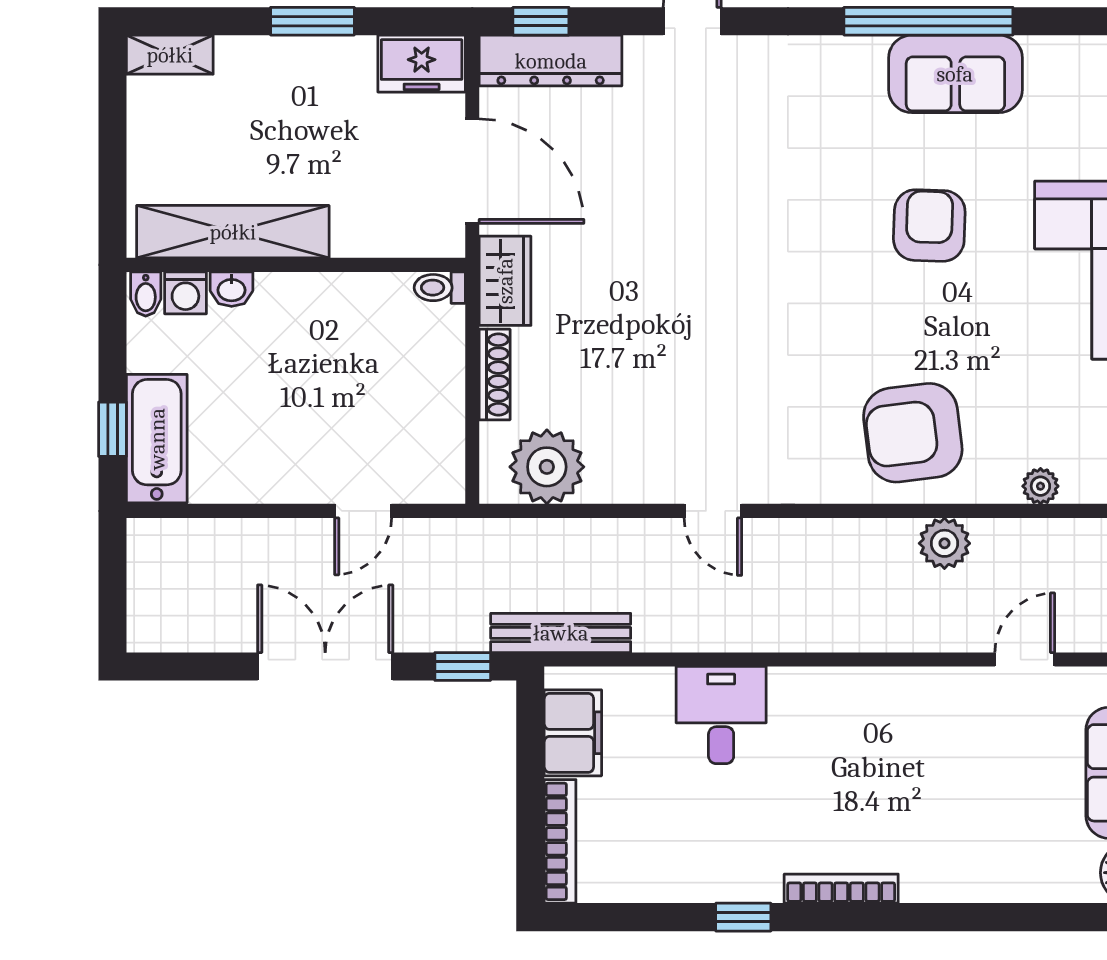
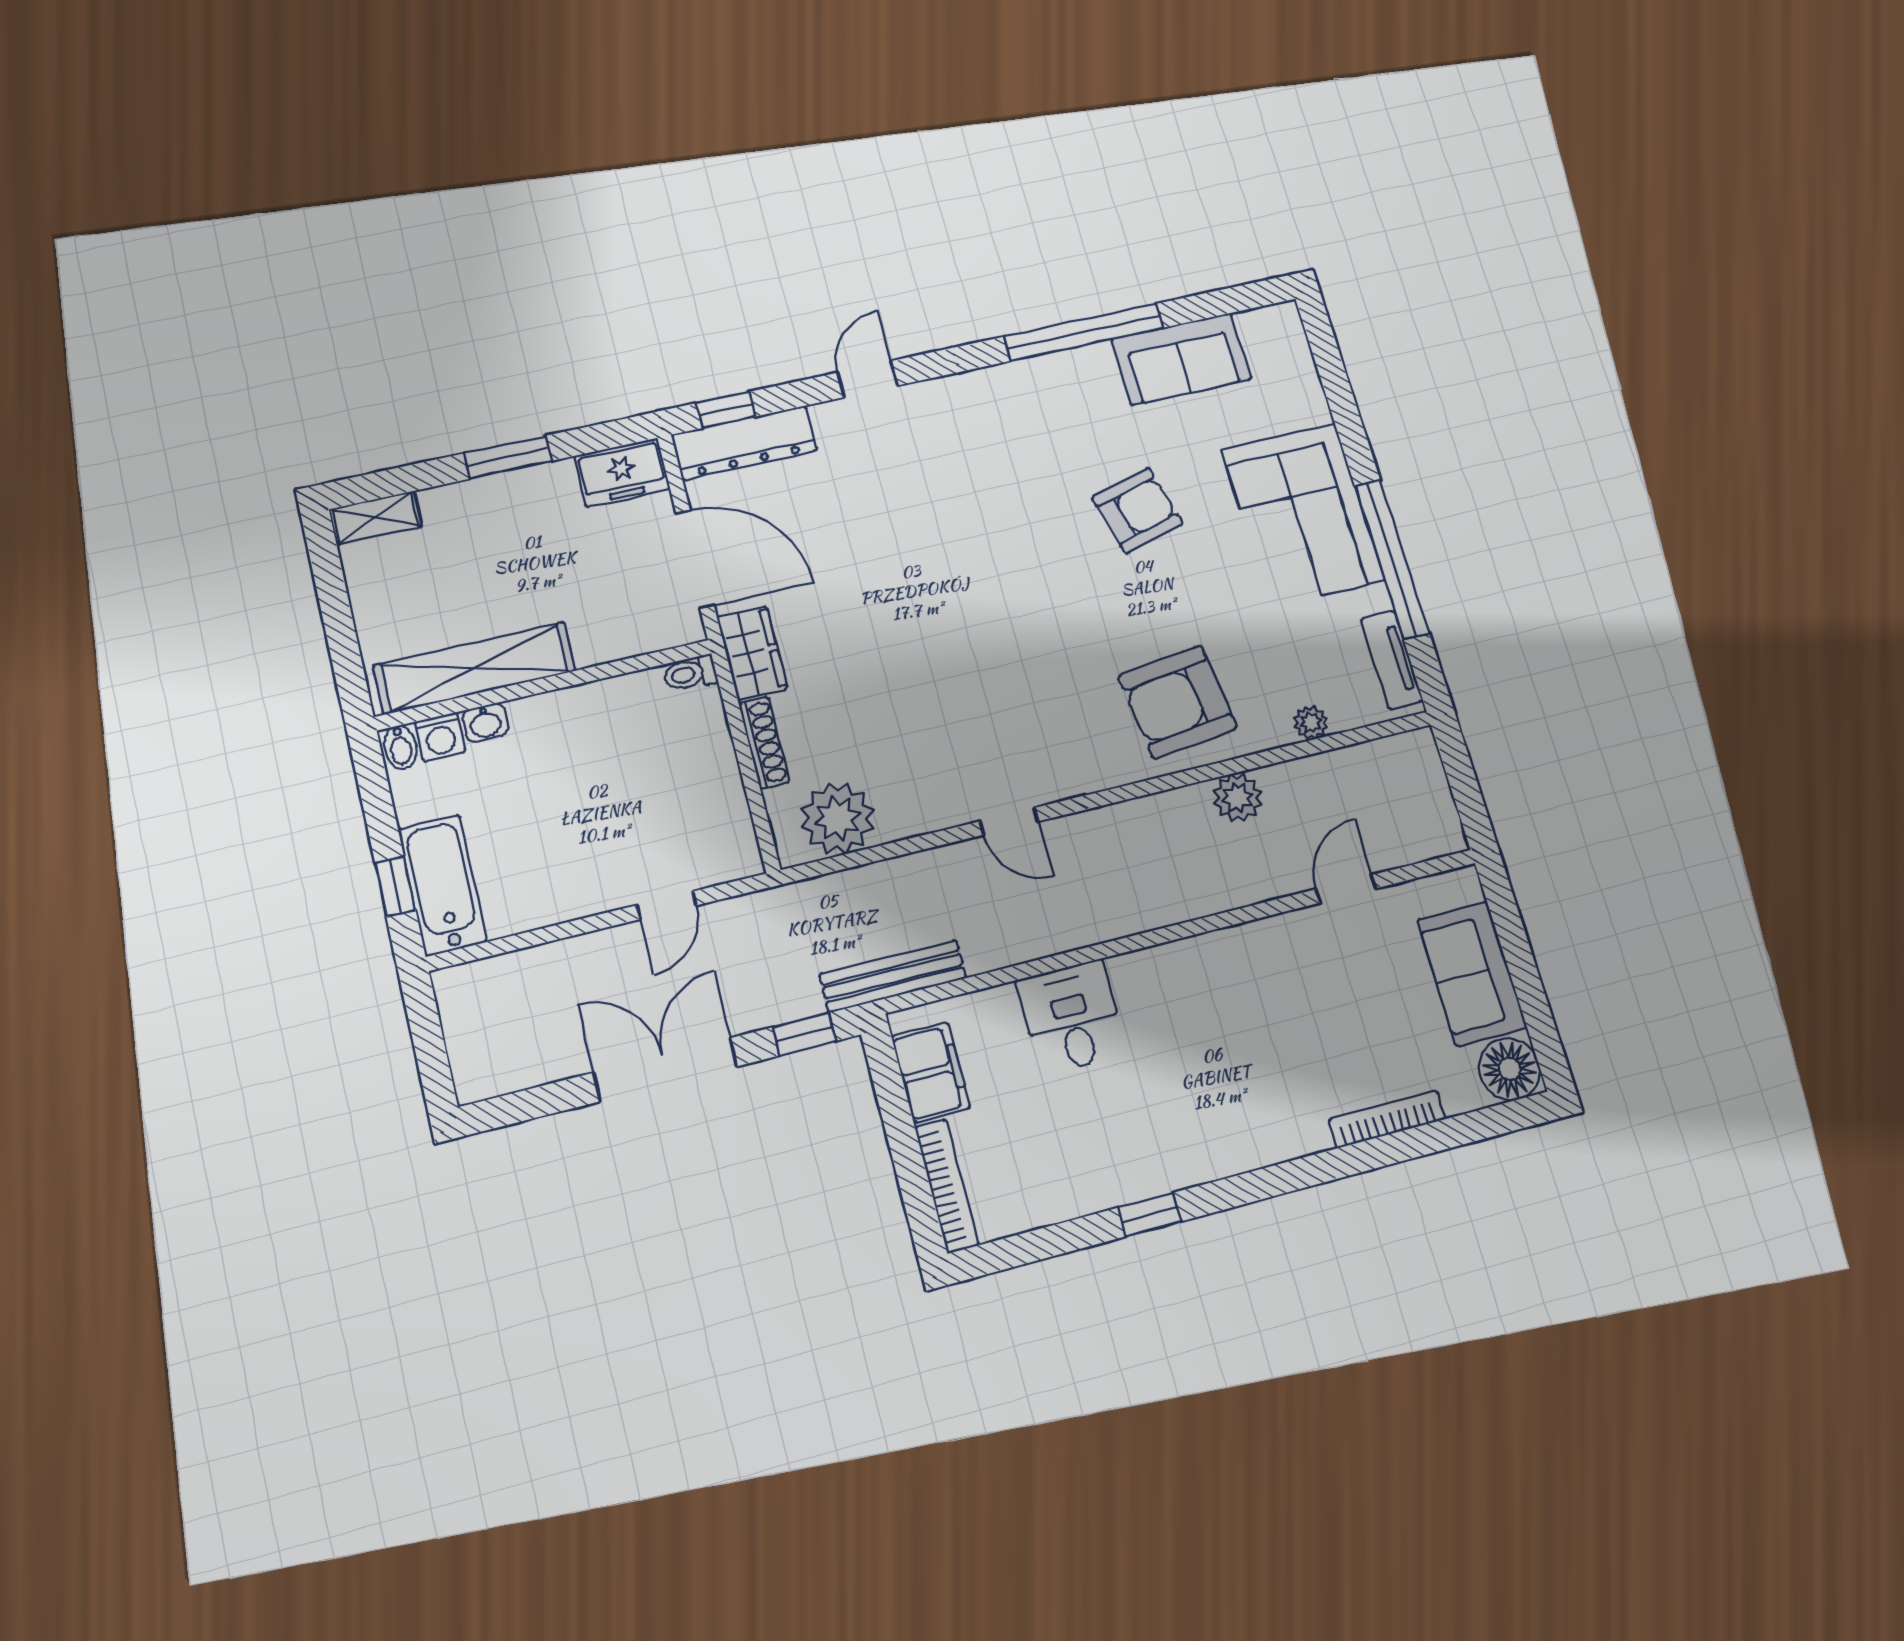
sofa: (955, 74) -> (1181, 359), moved
armchair: (929, 225) -> (1137, 510), turned 73
bookcase: (841, 889) -> (1387, 1119), moved

